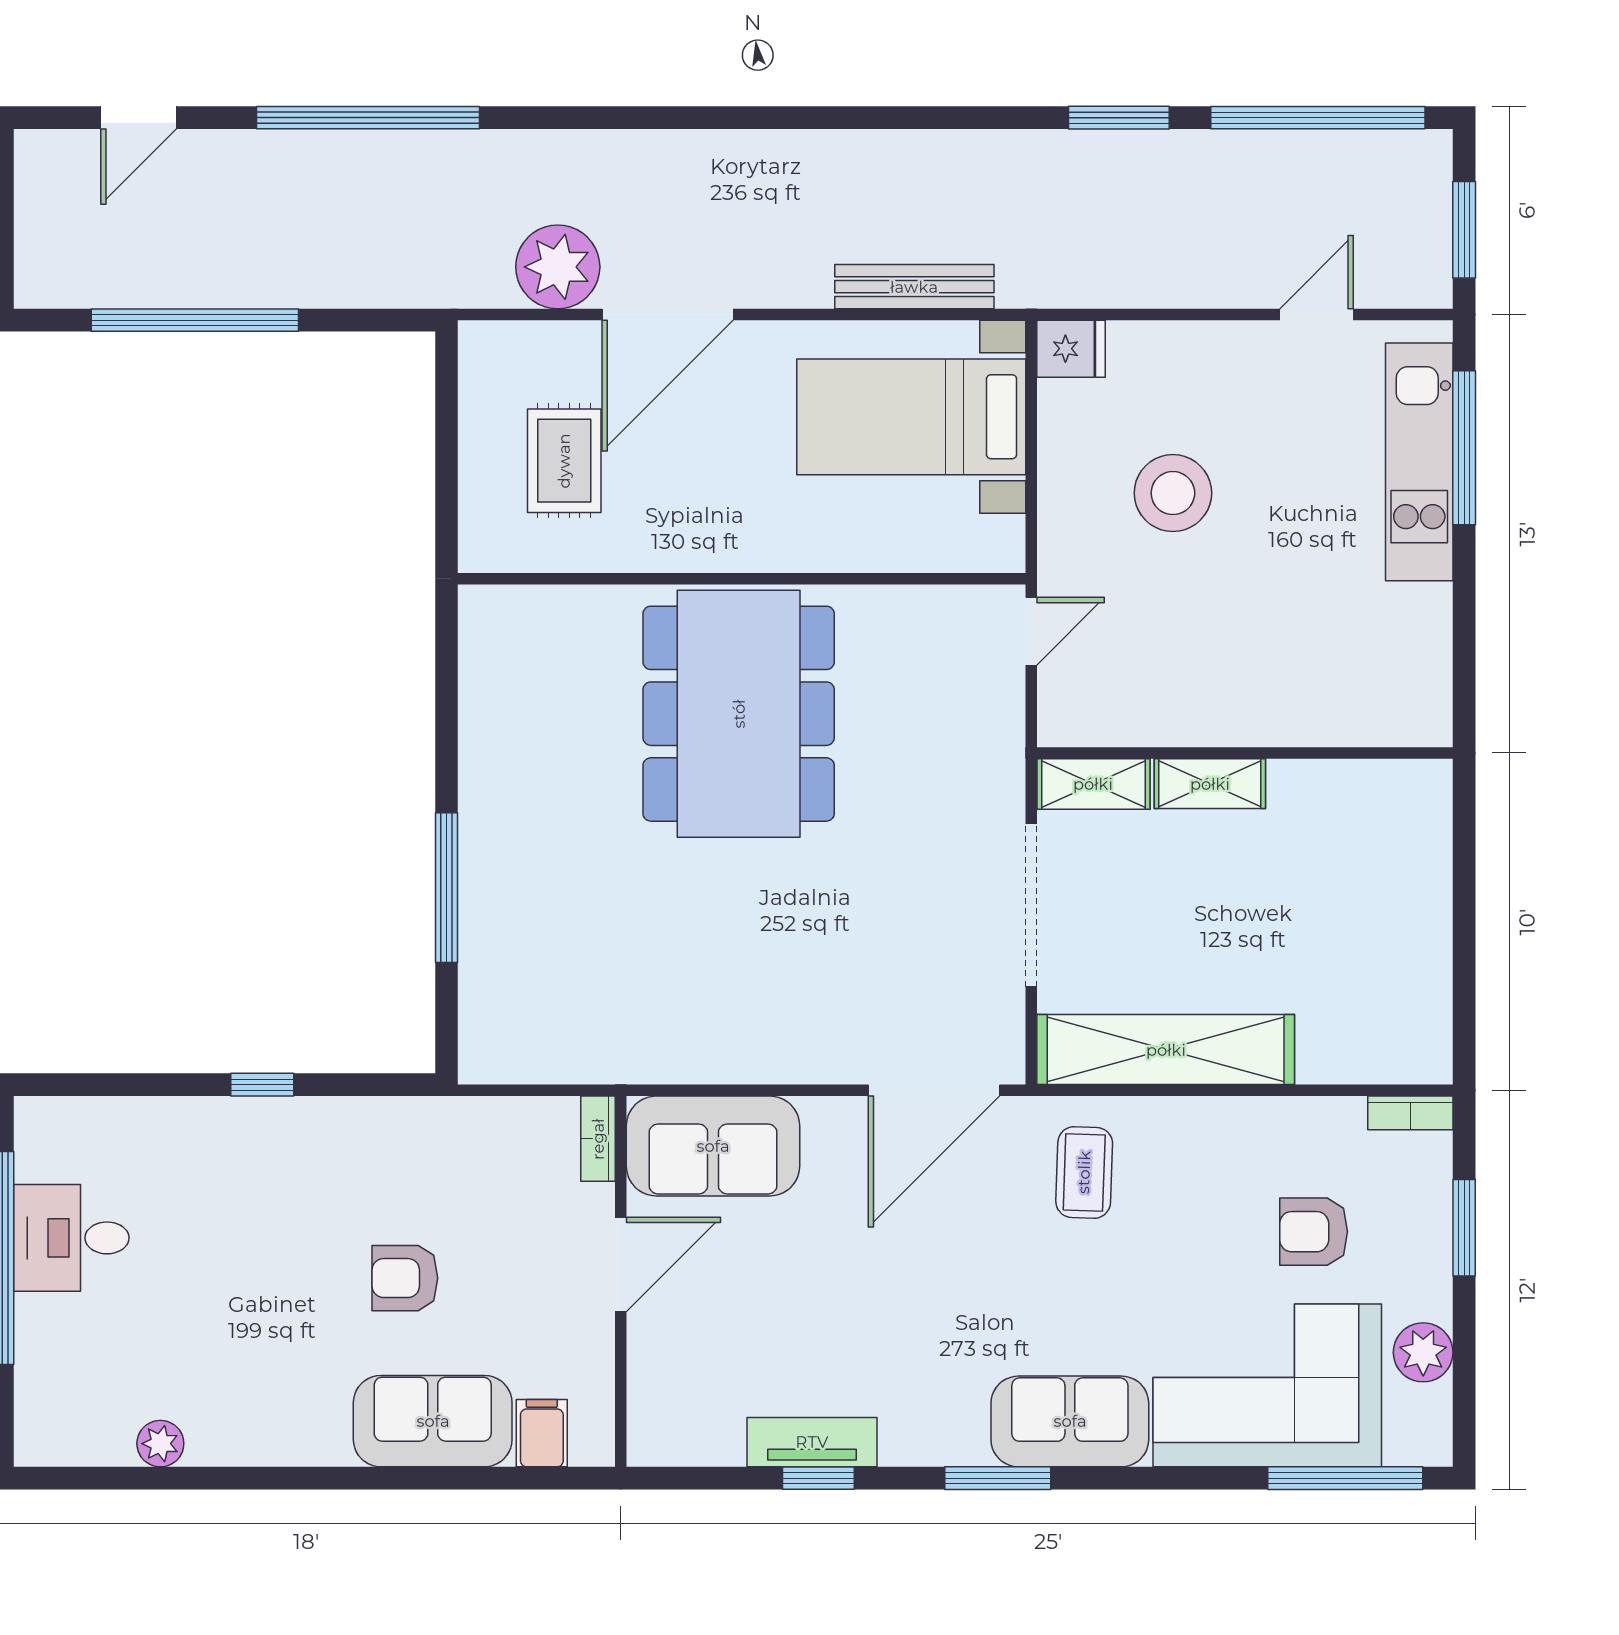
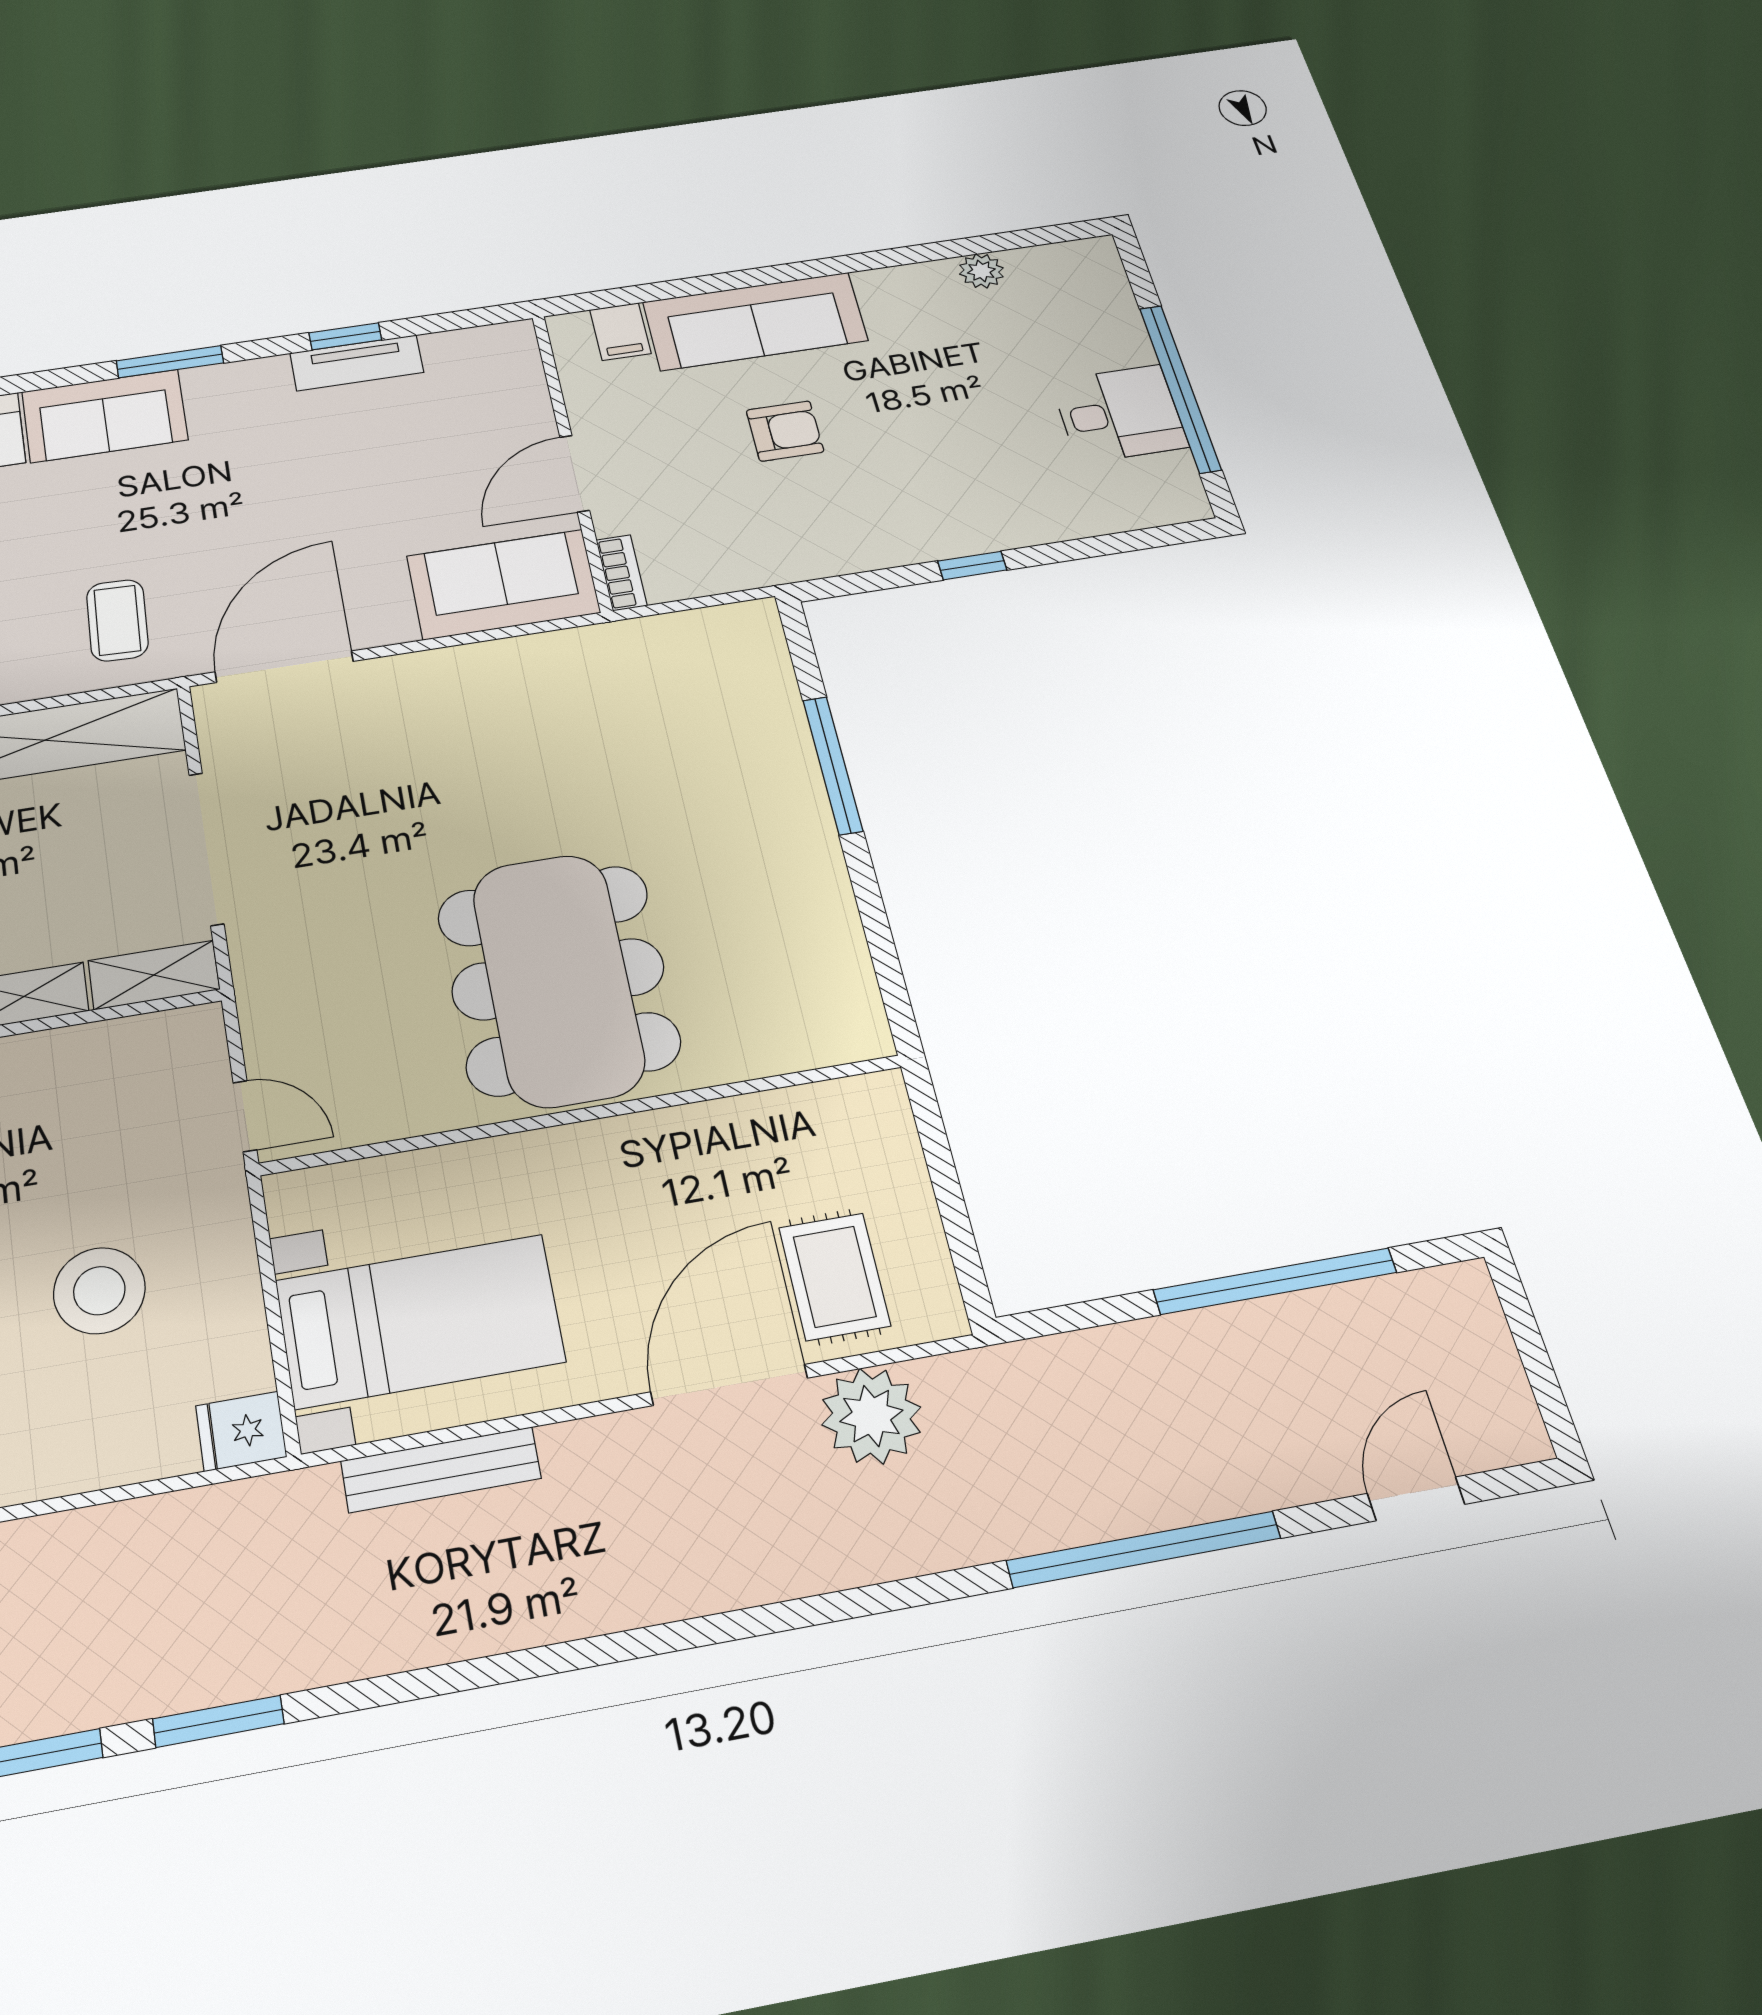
rug: (564, 461) -> (835, 1277), moved
door: (1031, 631) -> (245, 1116), swing flipped
sofa: (433, 1421) -> (755, 321), width x1.36

